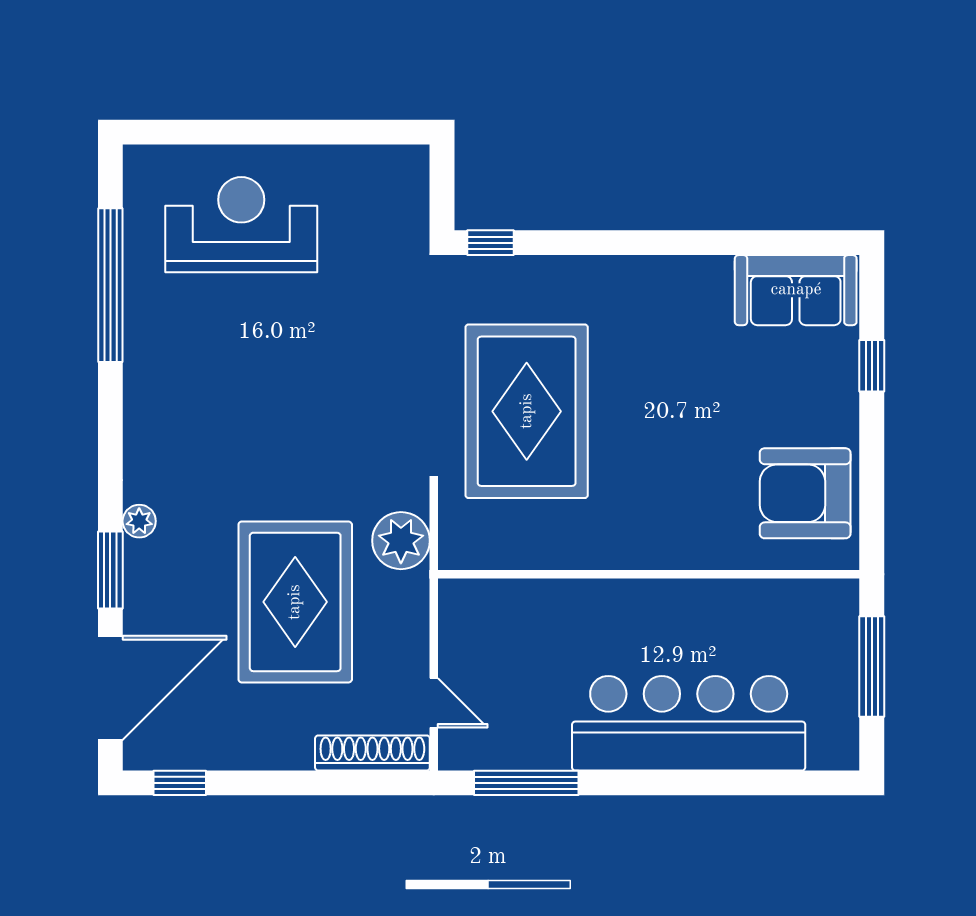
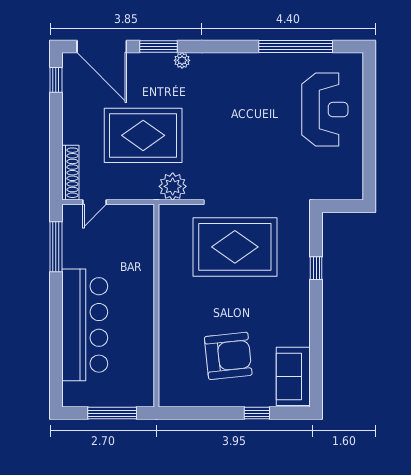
window: (490, 243) -> (316, 268), moved
armchair: (805, 493) -> (228, 356), moved, turned 84

